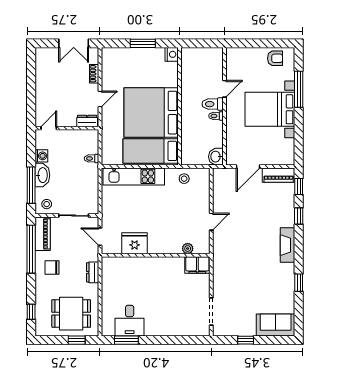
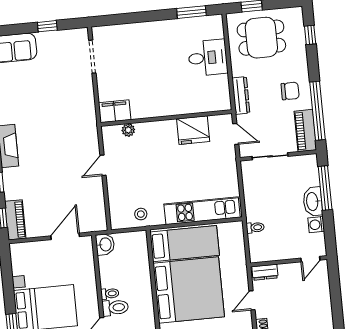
piano: (279, 175) -> (15, 220), moved, turned 90
stool: (47, 204) -> (304, 167), removed
dresser: (93, 272) -> (241, 95), width x1.44
desk: (130, 321) -> (208, 58), moved, turned 90

